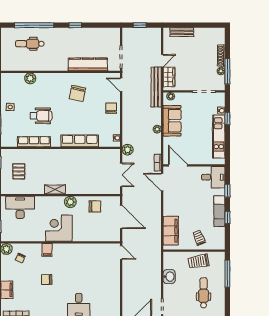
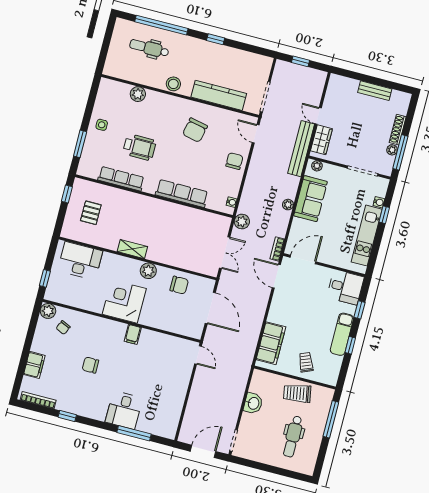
bench: (182, 32) -> (375, 91), moved
door: (162, 61) -> (318, 116), swing flipped
stool: (54, 65) -> (173, 84), added
door: (178, 165) -> (303, 260), hinge flipped
filing cabinet: (47, 250) -> (133, 334), moved
dental chair: (204, 293) -> (293, 437), turned 180

